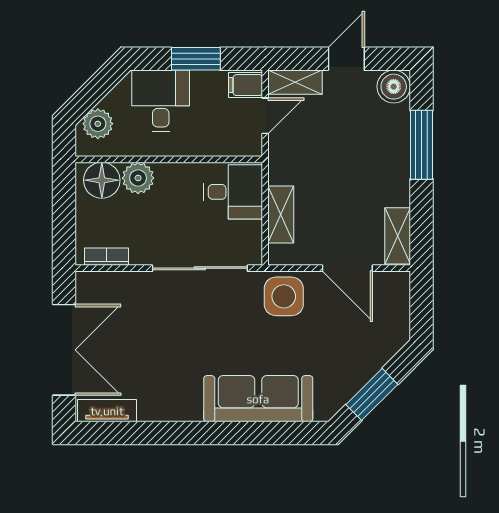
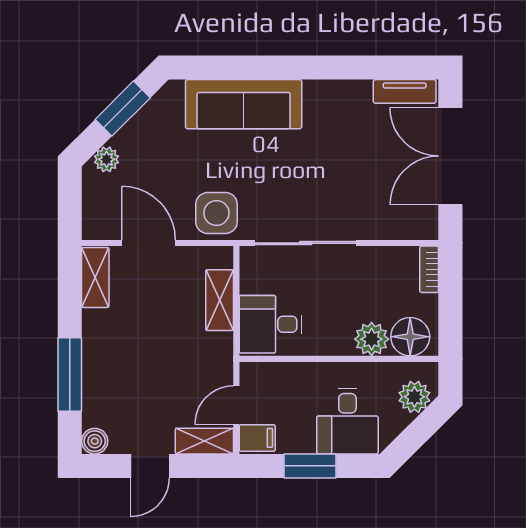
boiler: (394, 87) -> (95, 441), width x0.73, depth x0.73
bookcase: (106, 257) -> (429, 269), moved, turned 90
plant: (387, 347) -> (107, 159), added

